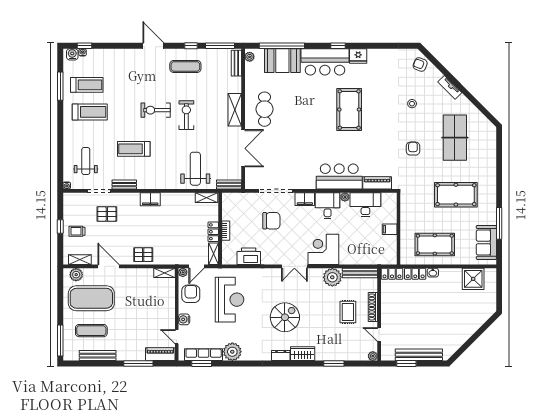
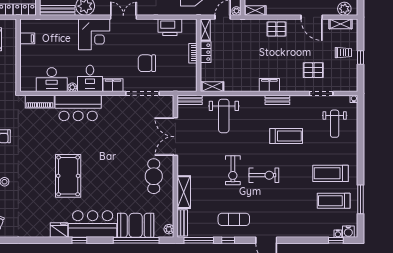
shelving: (235, 110) -> (184, 192), moved
bench: (124, 185) -> (277, 100), moved
filing cabinet: (390, 229) -> (27, 38), moved

